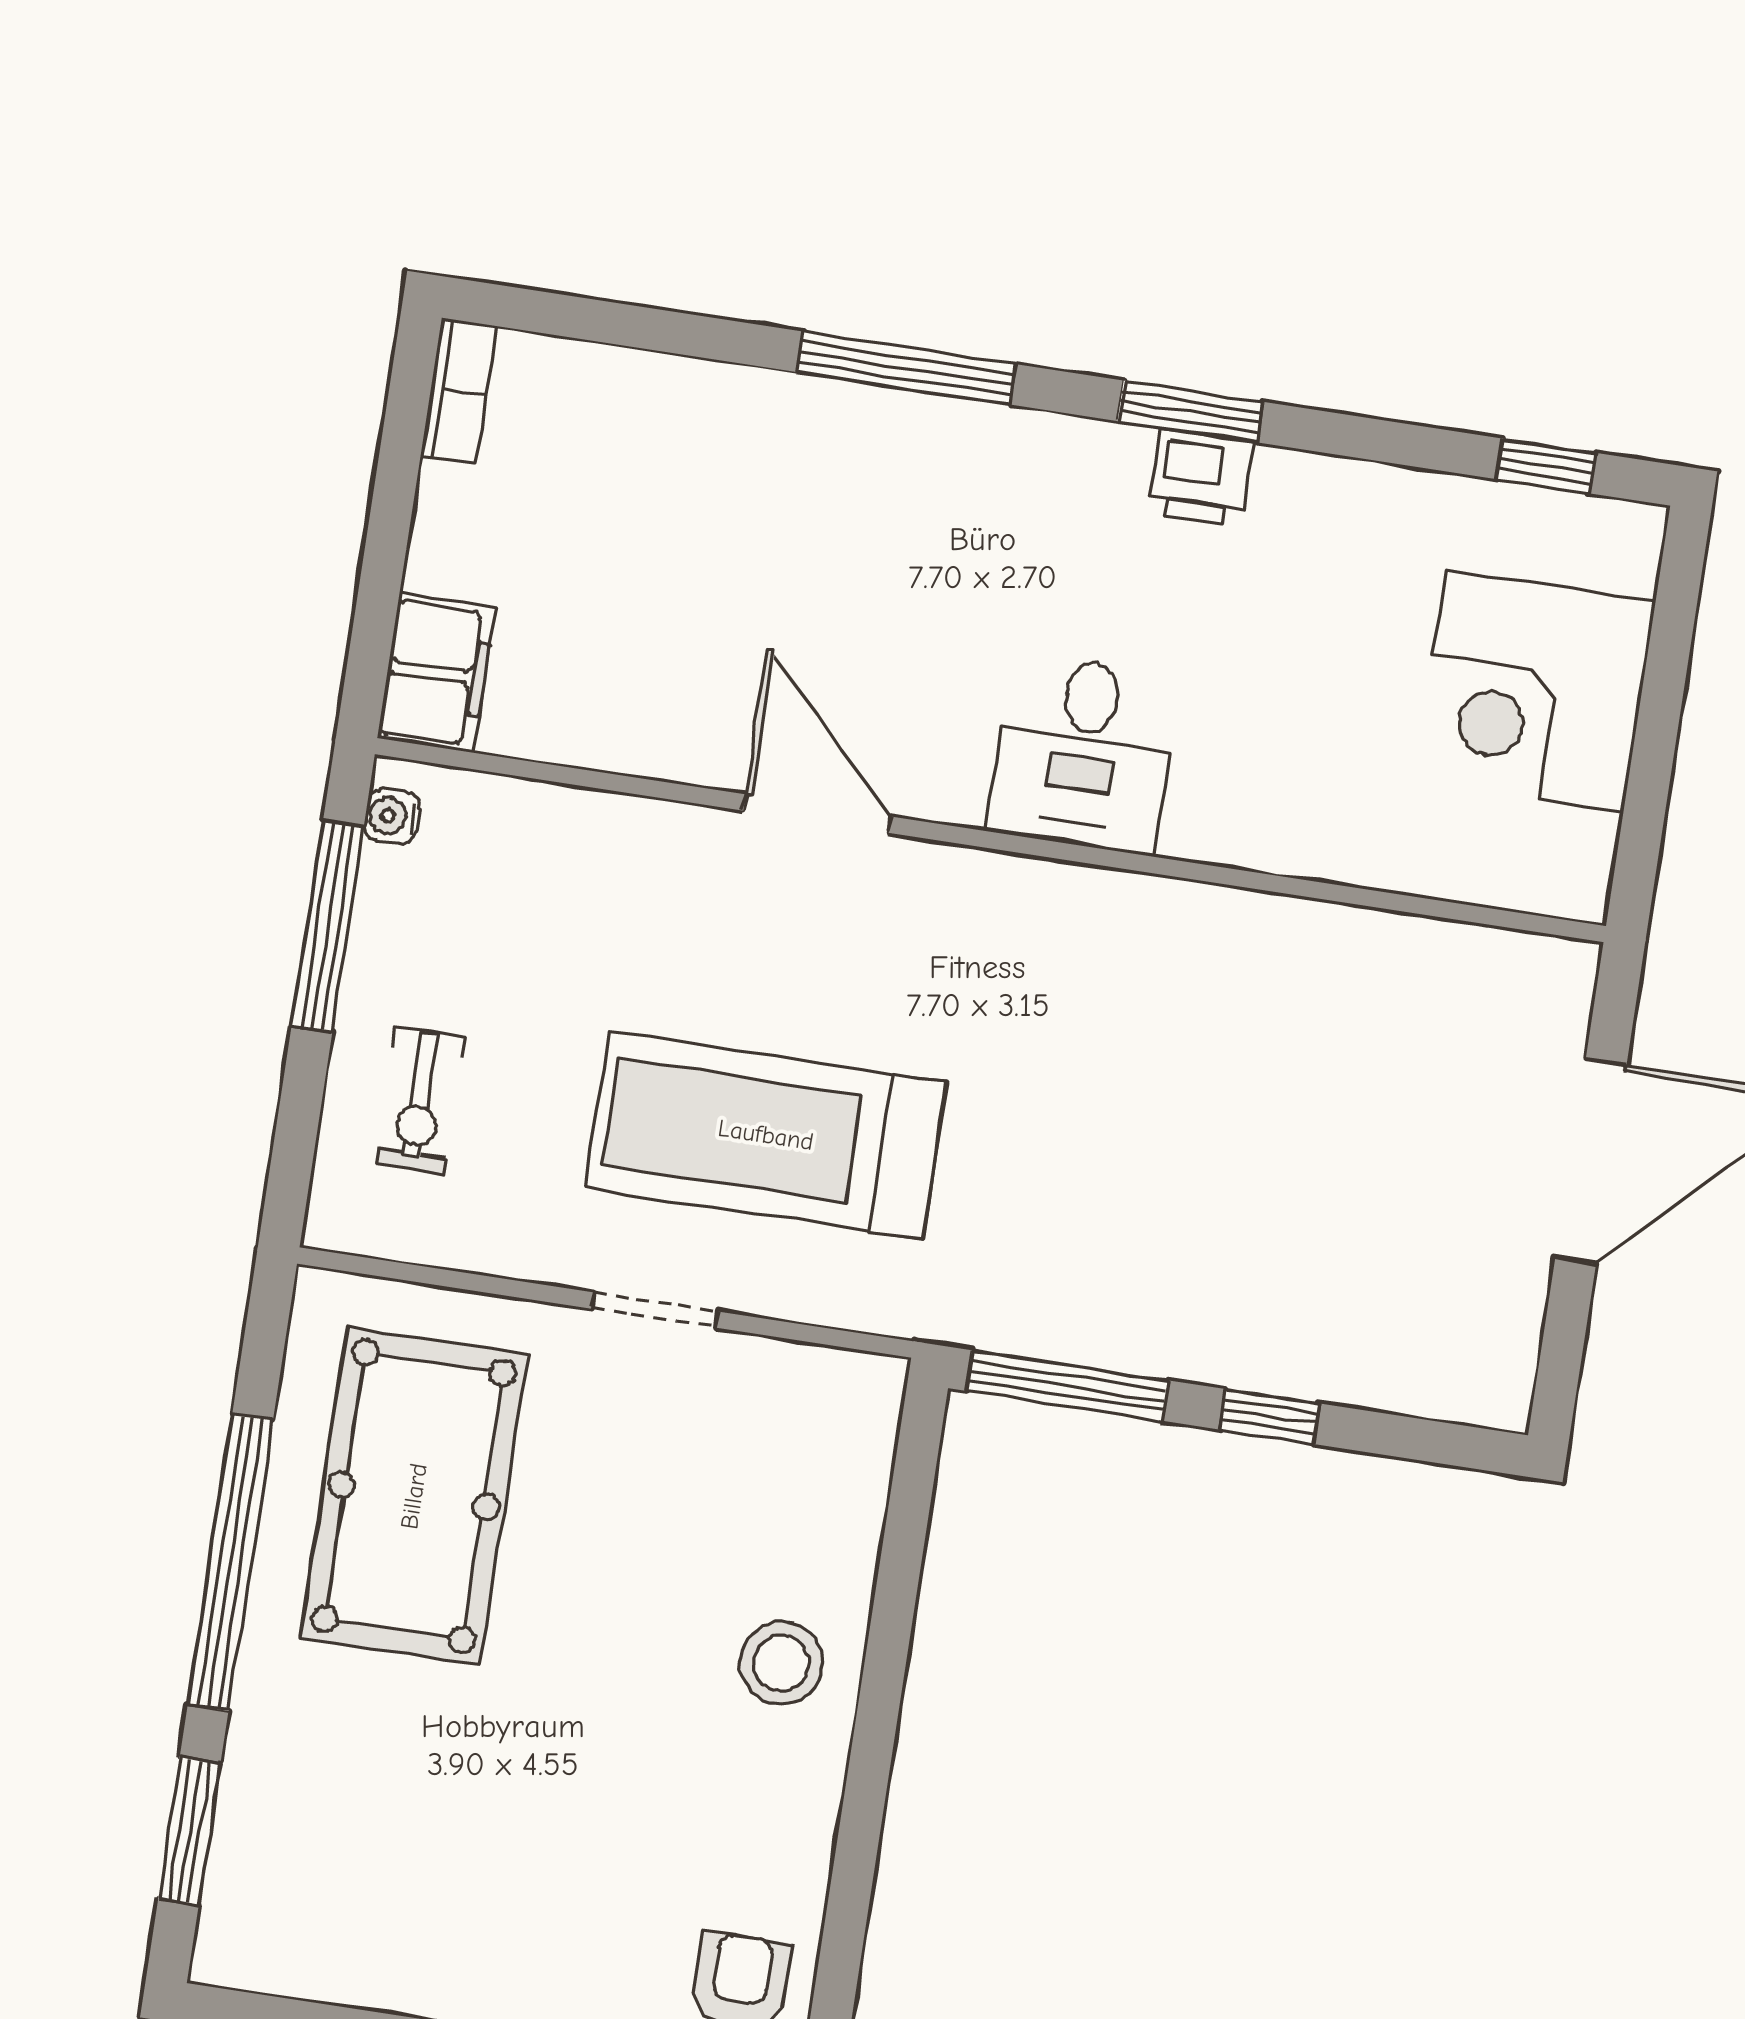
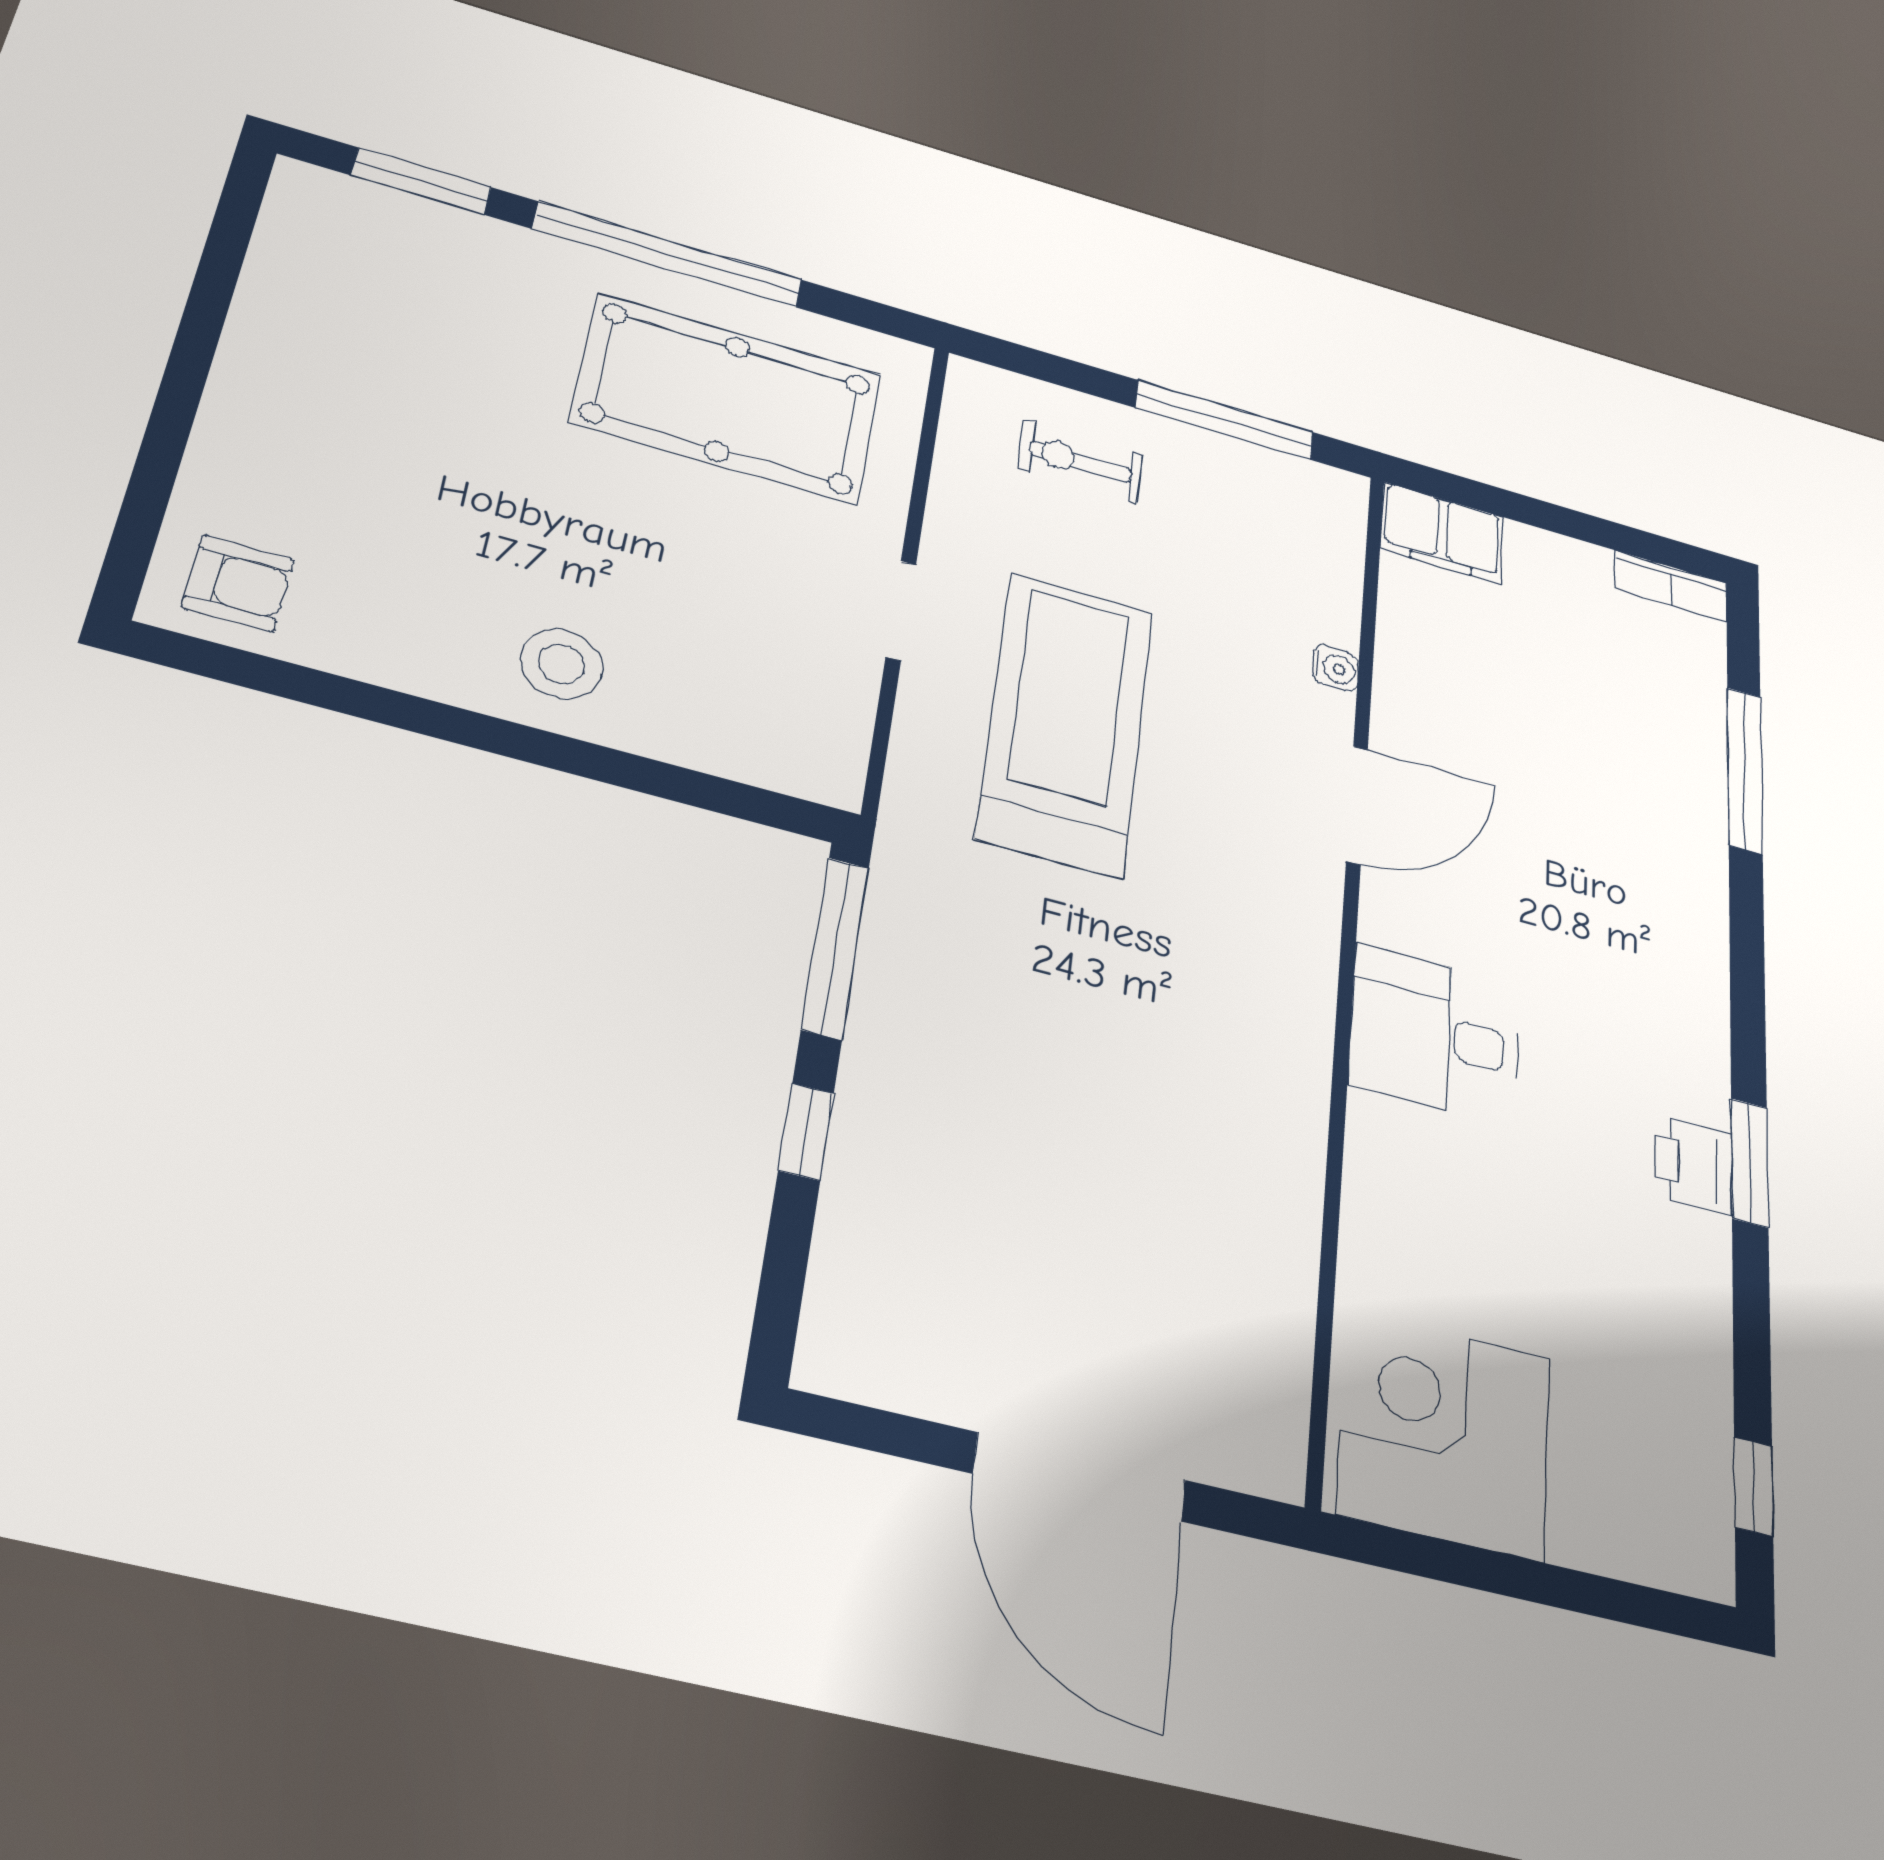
window: (906, 368) -> (1745, 770), moved
corner desk: (1535, 691) -> (1444, 1435), moved
water cooler: (392, 816) -> (1335, 668), moved, turned 90

